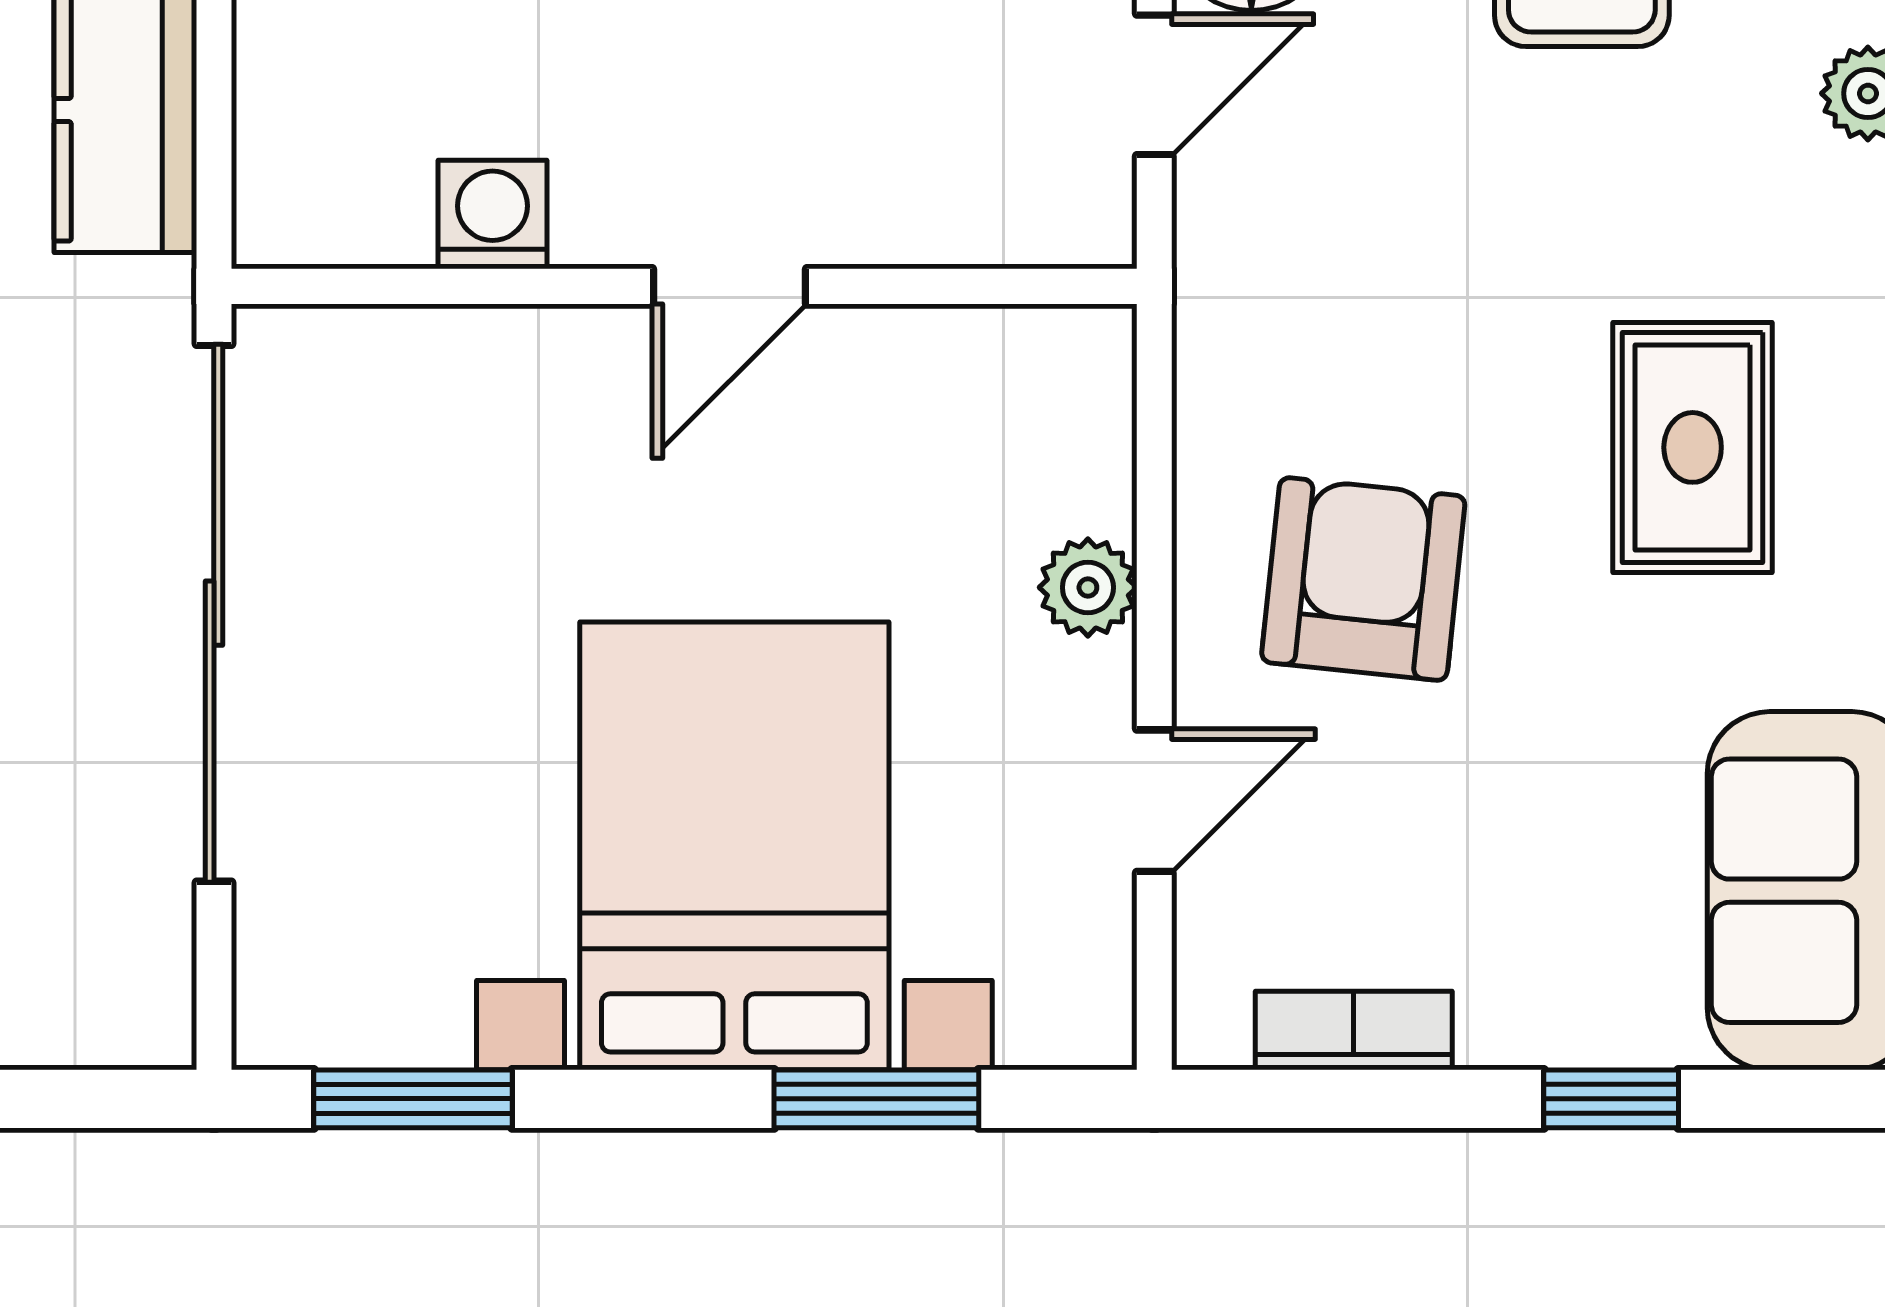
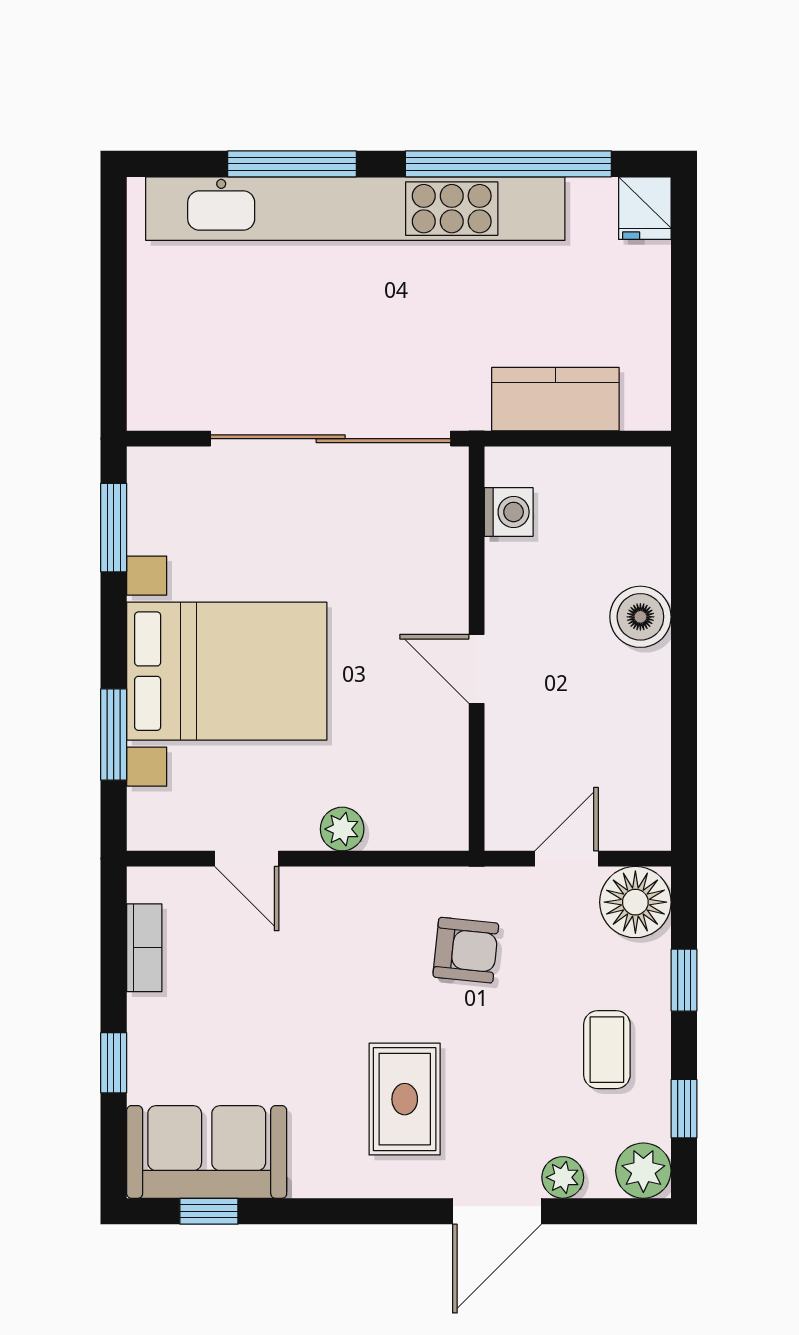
door: (1154, 85) -> (567, 859), swing flipped
washing machine: (492, 215) -> (509, 512), moved
rug: (1693, 447) -> (405, 1099), turned 90
armchair: (1363, 579) -> (466, 950), moved, width x0.72, depth x0.72

